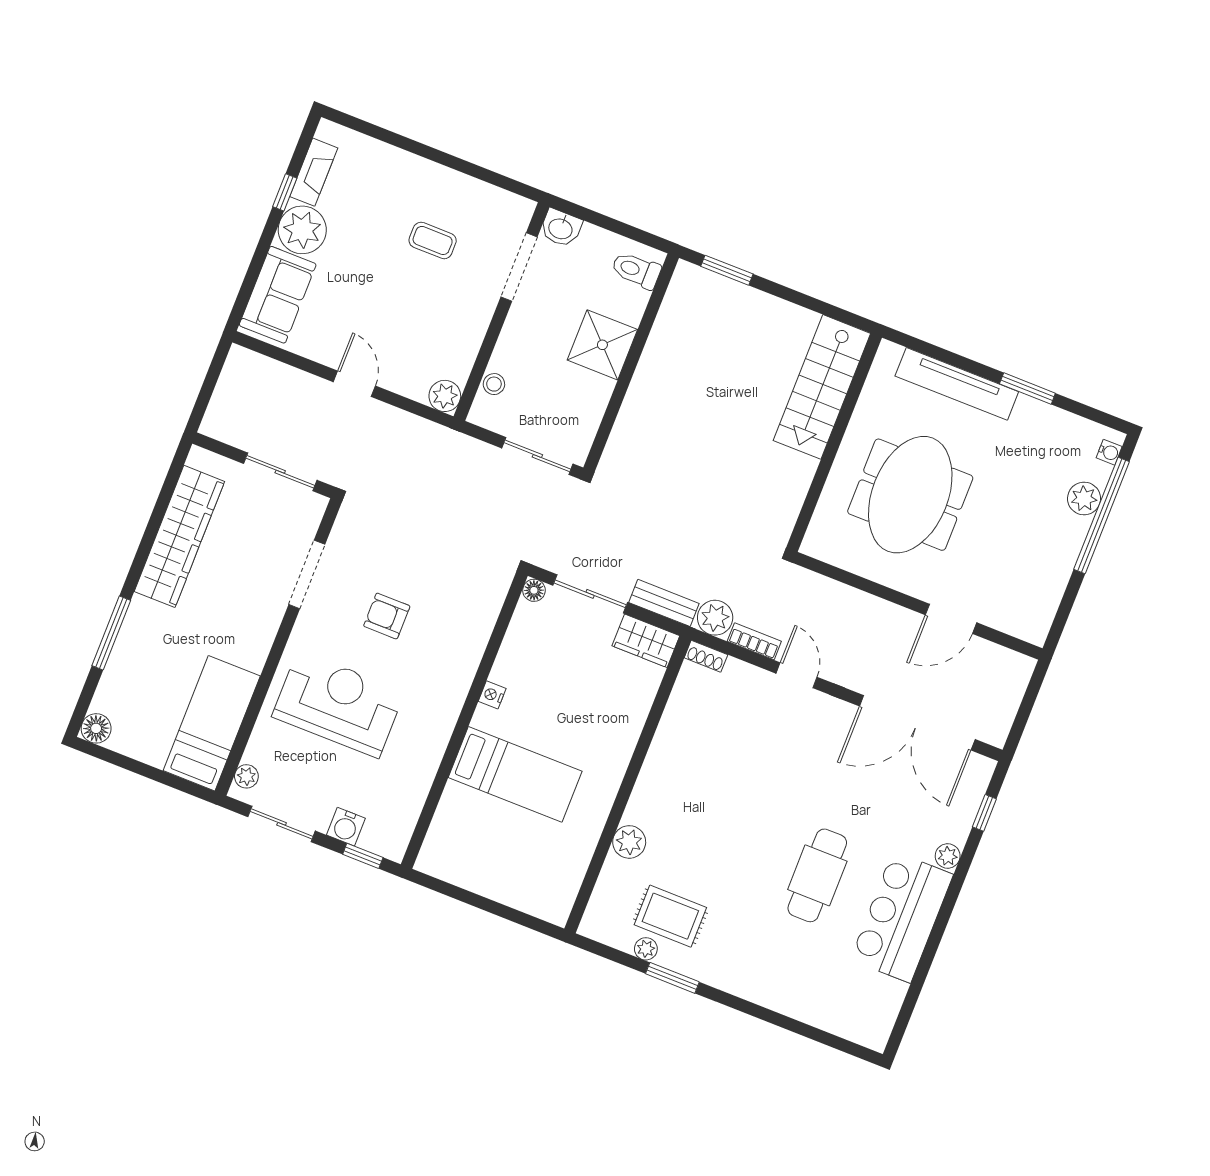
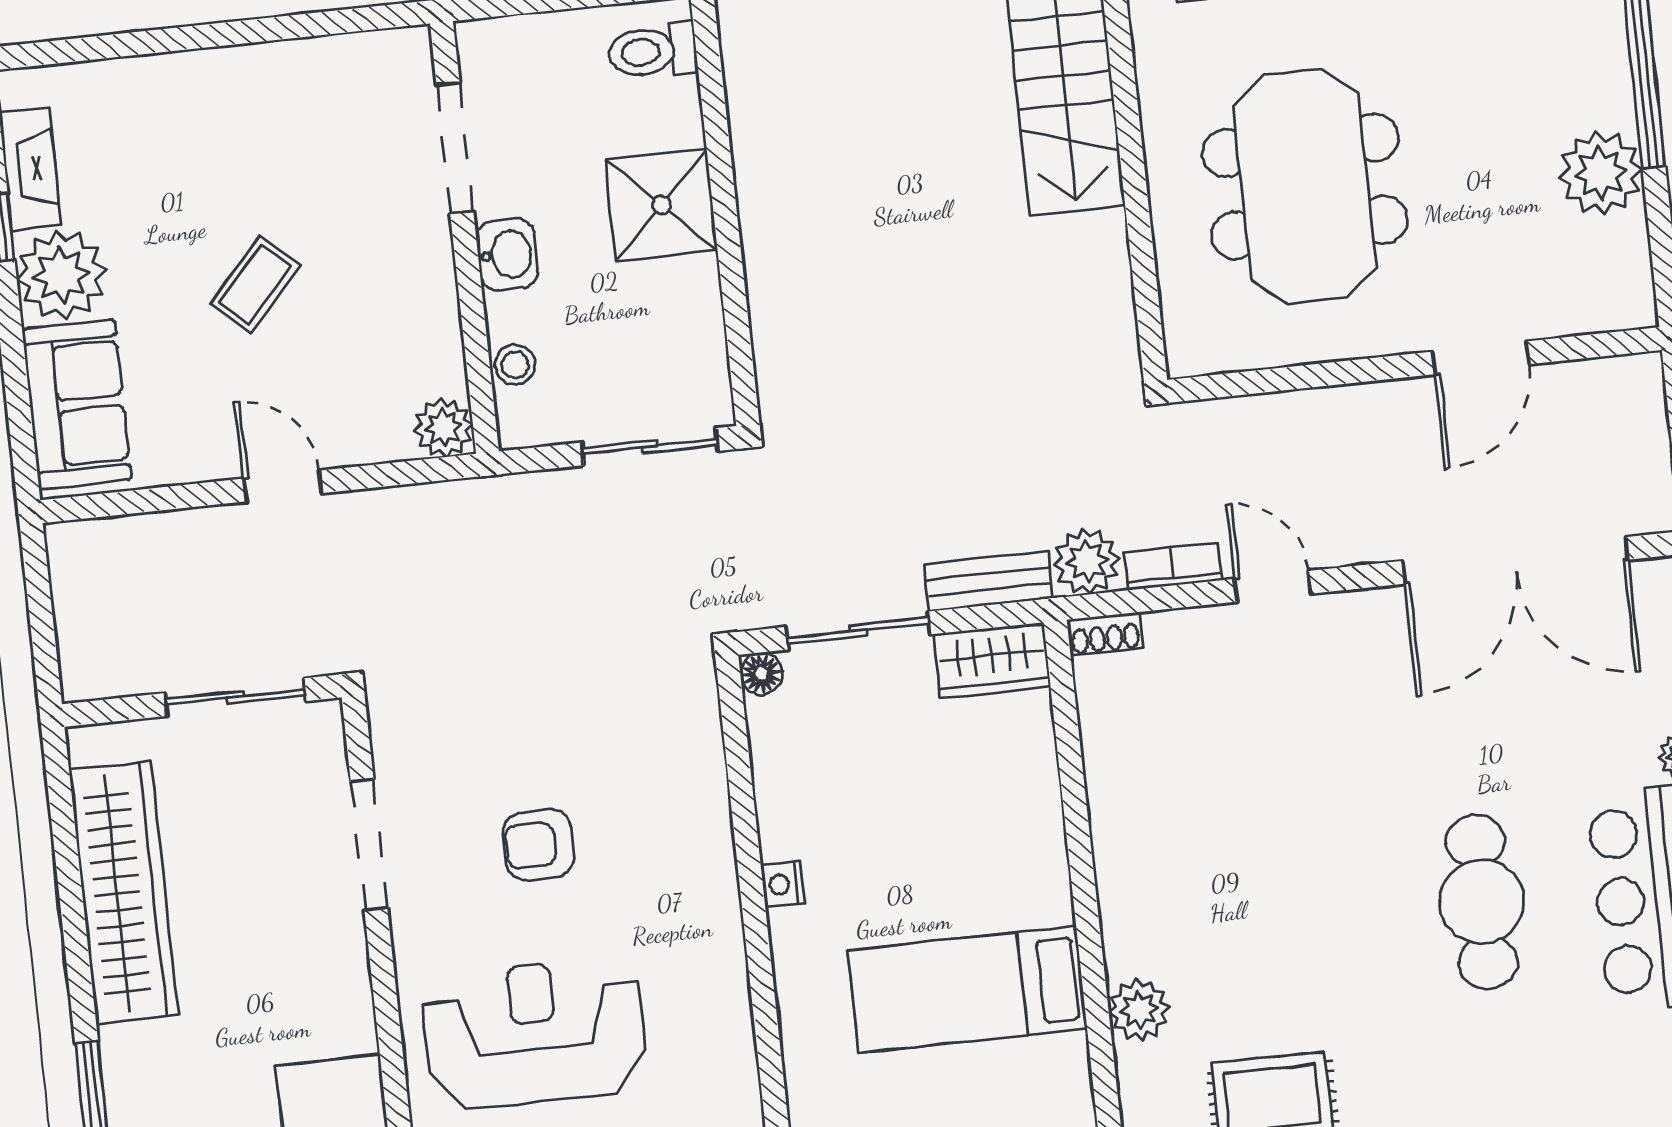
washbasin: (561, 228) -> (507, 254), moved, turned -90
coffee table: (433, 240) -> (255, 285), moved, turned -48
plant: (1084, 499) -> (1601, 173), moved, width x1.36, depth x1.36
bed: (515, 774) -> (968, 990), moved, turned 180

